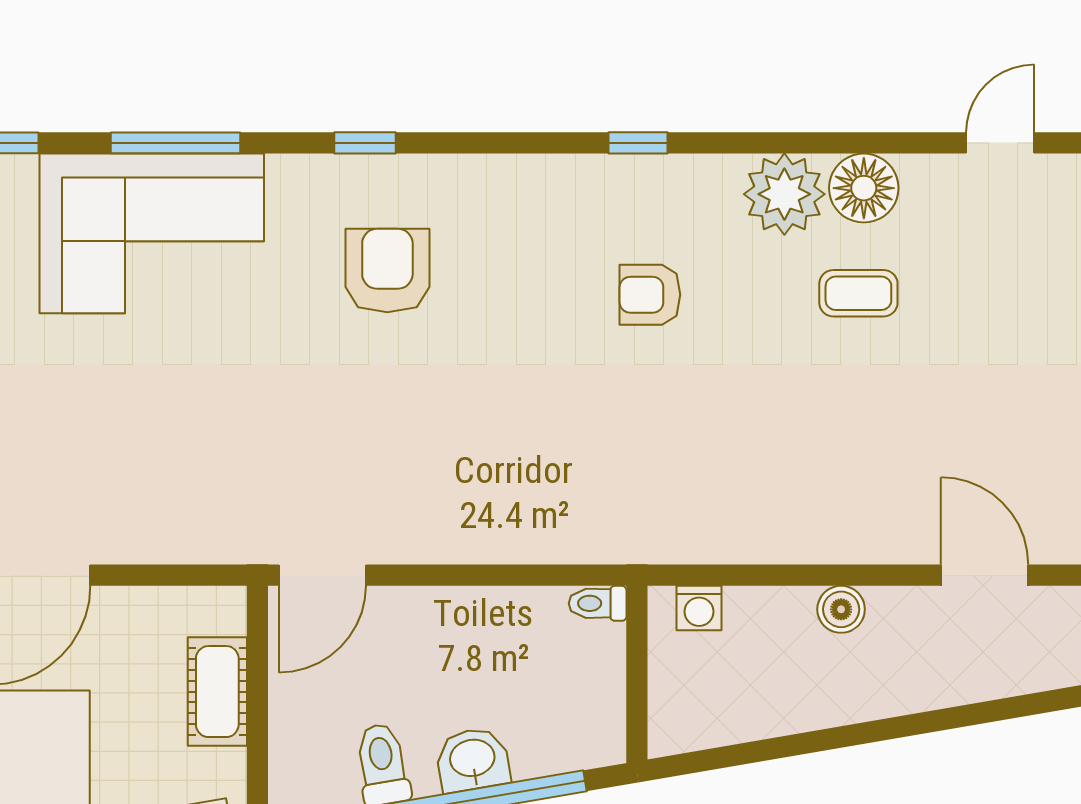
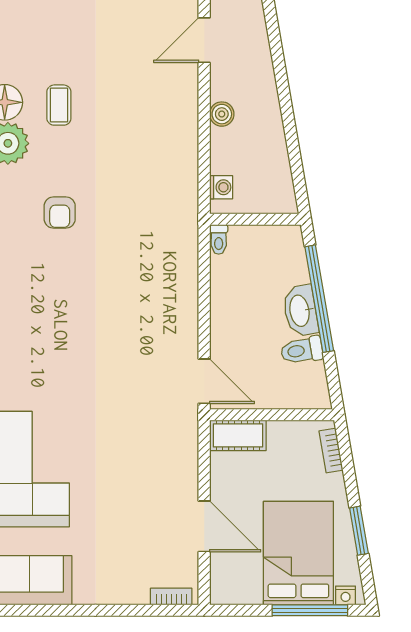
armchair: (387, 270) -> (47, 348), removed
cot: (217, 692) -> (238, 435), moved
washbasin: (473, 760) -> (300, 311), width x1.38

